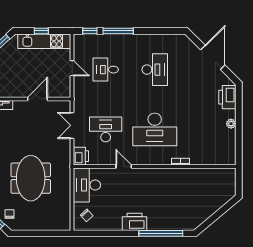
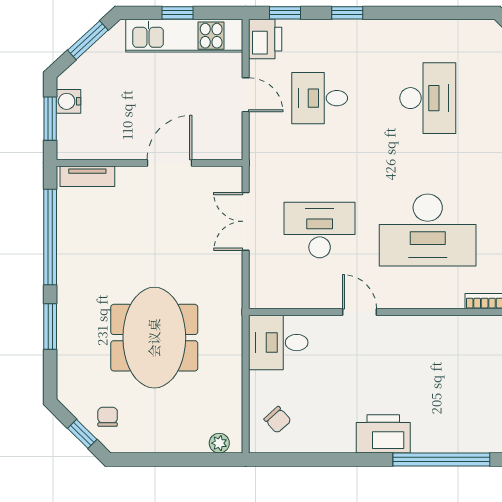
window: (118, 31) -> (347, 13), width x0.46
printer: (81, 156) -> (265, 39), moved
desk: (87, 185) -> (278, 343), width x0.73
plant: (60, 226) -> (219, 443), added

